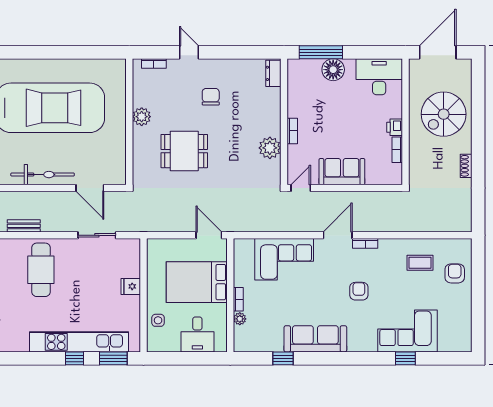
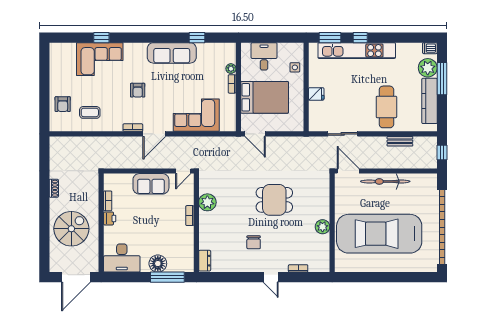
plant: (142, 117) -> (323, 227), moved
wall: (129, 122) -> (332, 223), moved

